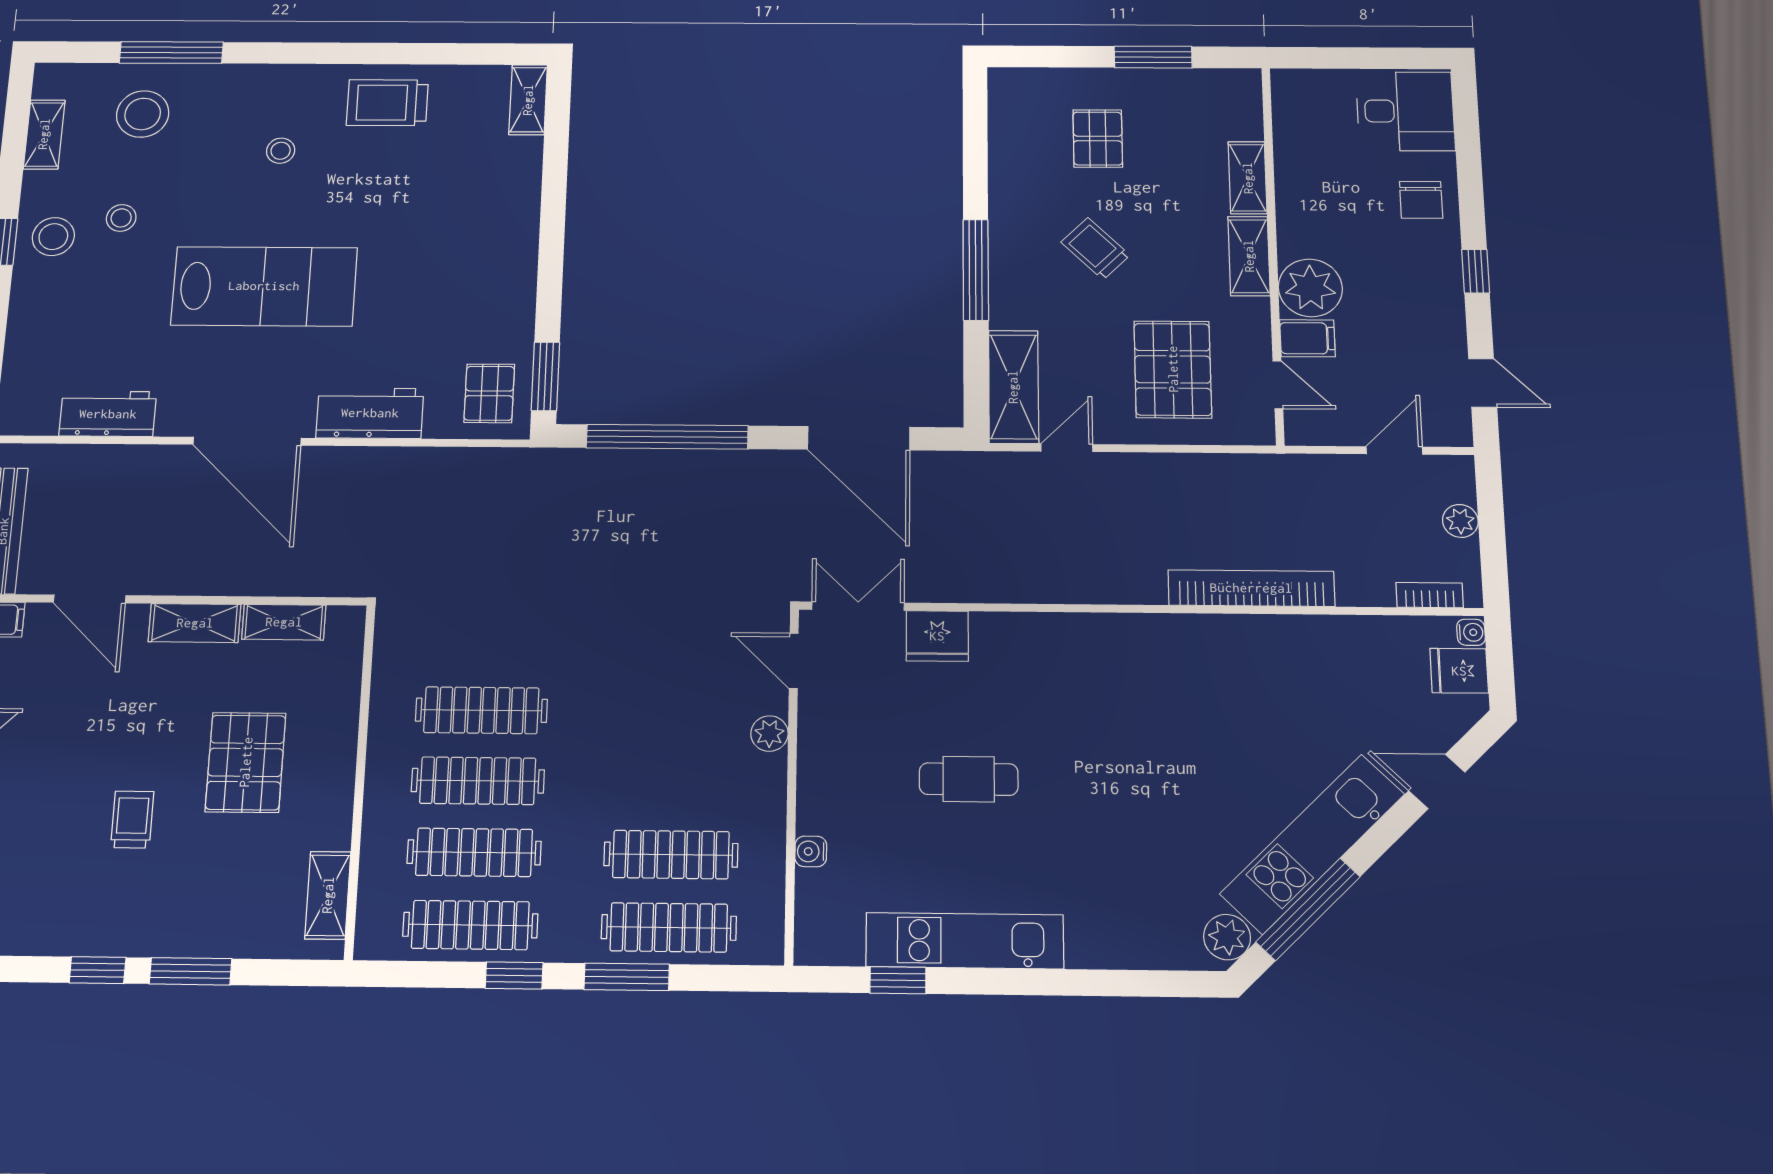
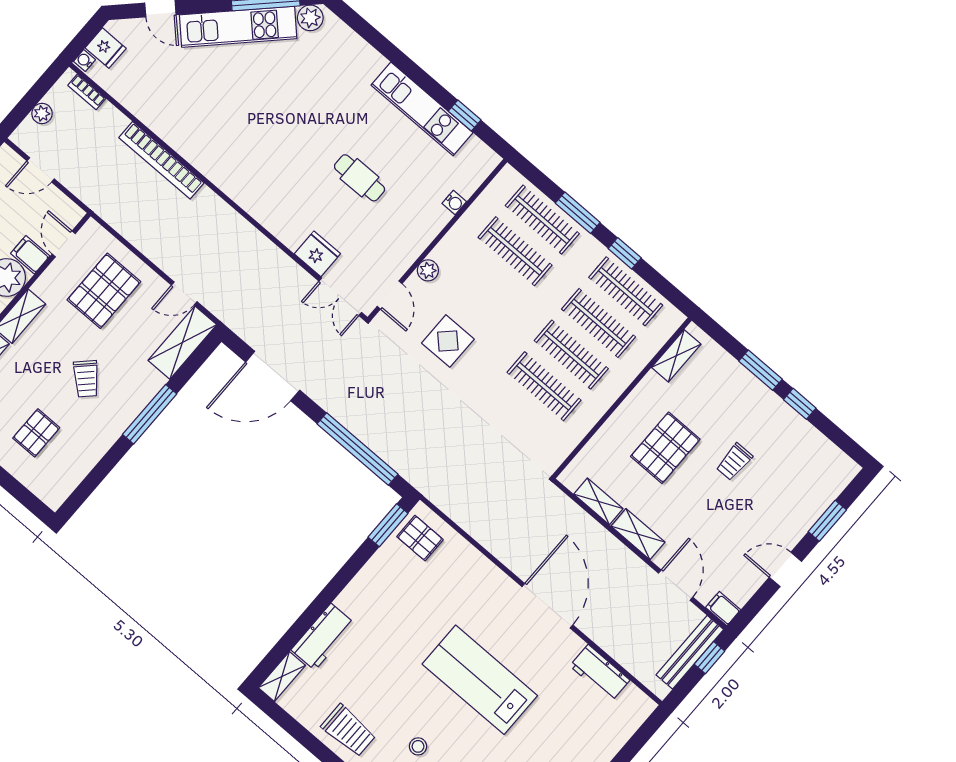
pallet: (489, 393) -> (420, 538), turned 90
workbench: (370, 413) -> (323, 637), moved, turned -90
door: (859, 438) -> (273, 376), swing flipped
display table: (663, 665) -> (448, 341), added

